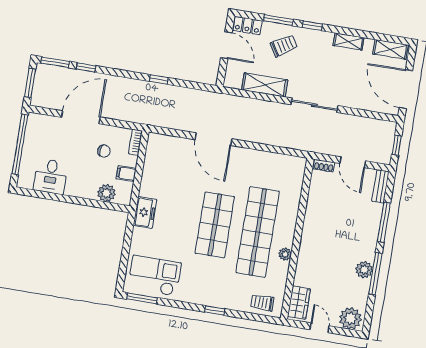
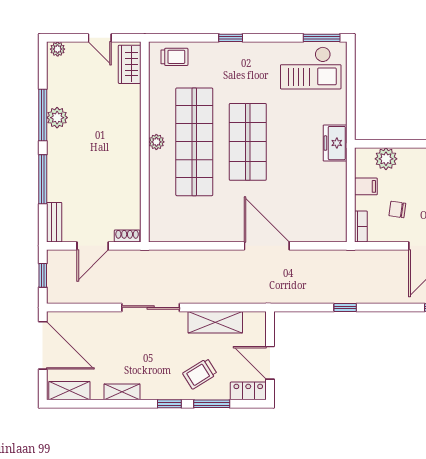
door: (353, 162) -> (93, 246), swing flipped
plant: (285, 254) -> (156, 142), moved
plant: (350, 318) -> (58, 49), width x0.53, depth x0.53

